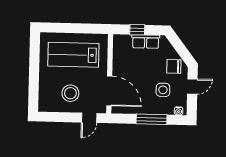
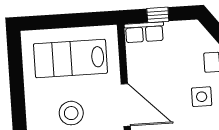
row of seats: (146, 42) -> (144, 32), moved

